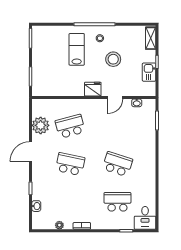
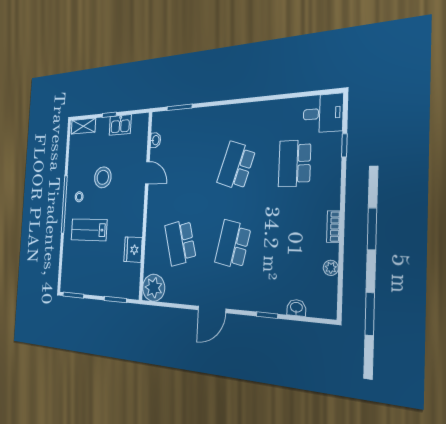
fridge: (93, 89) -> (133, 250), moved
plant: (41, 125) -> (154, 288), moved
door: (31, 152) -> (212, 309), hinge flipped

